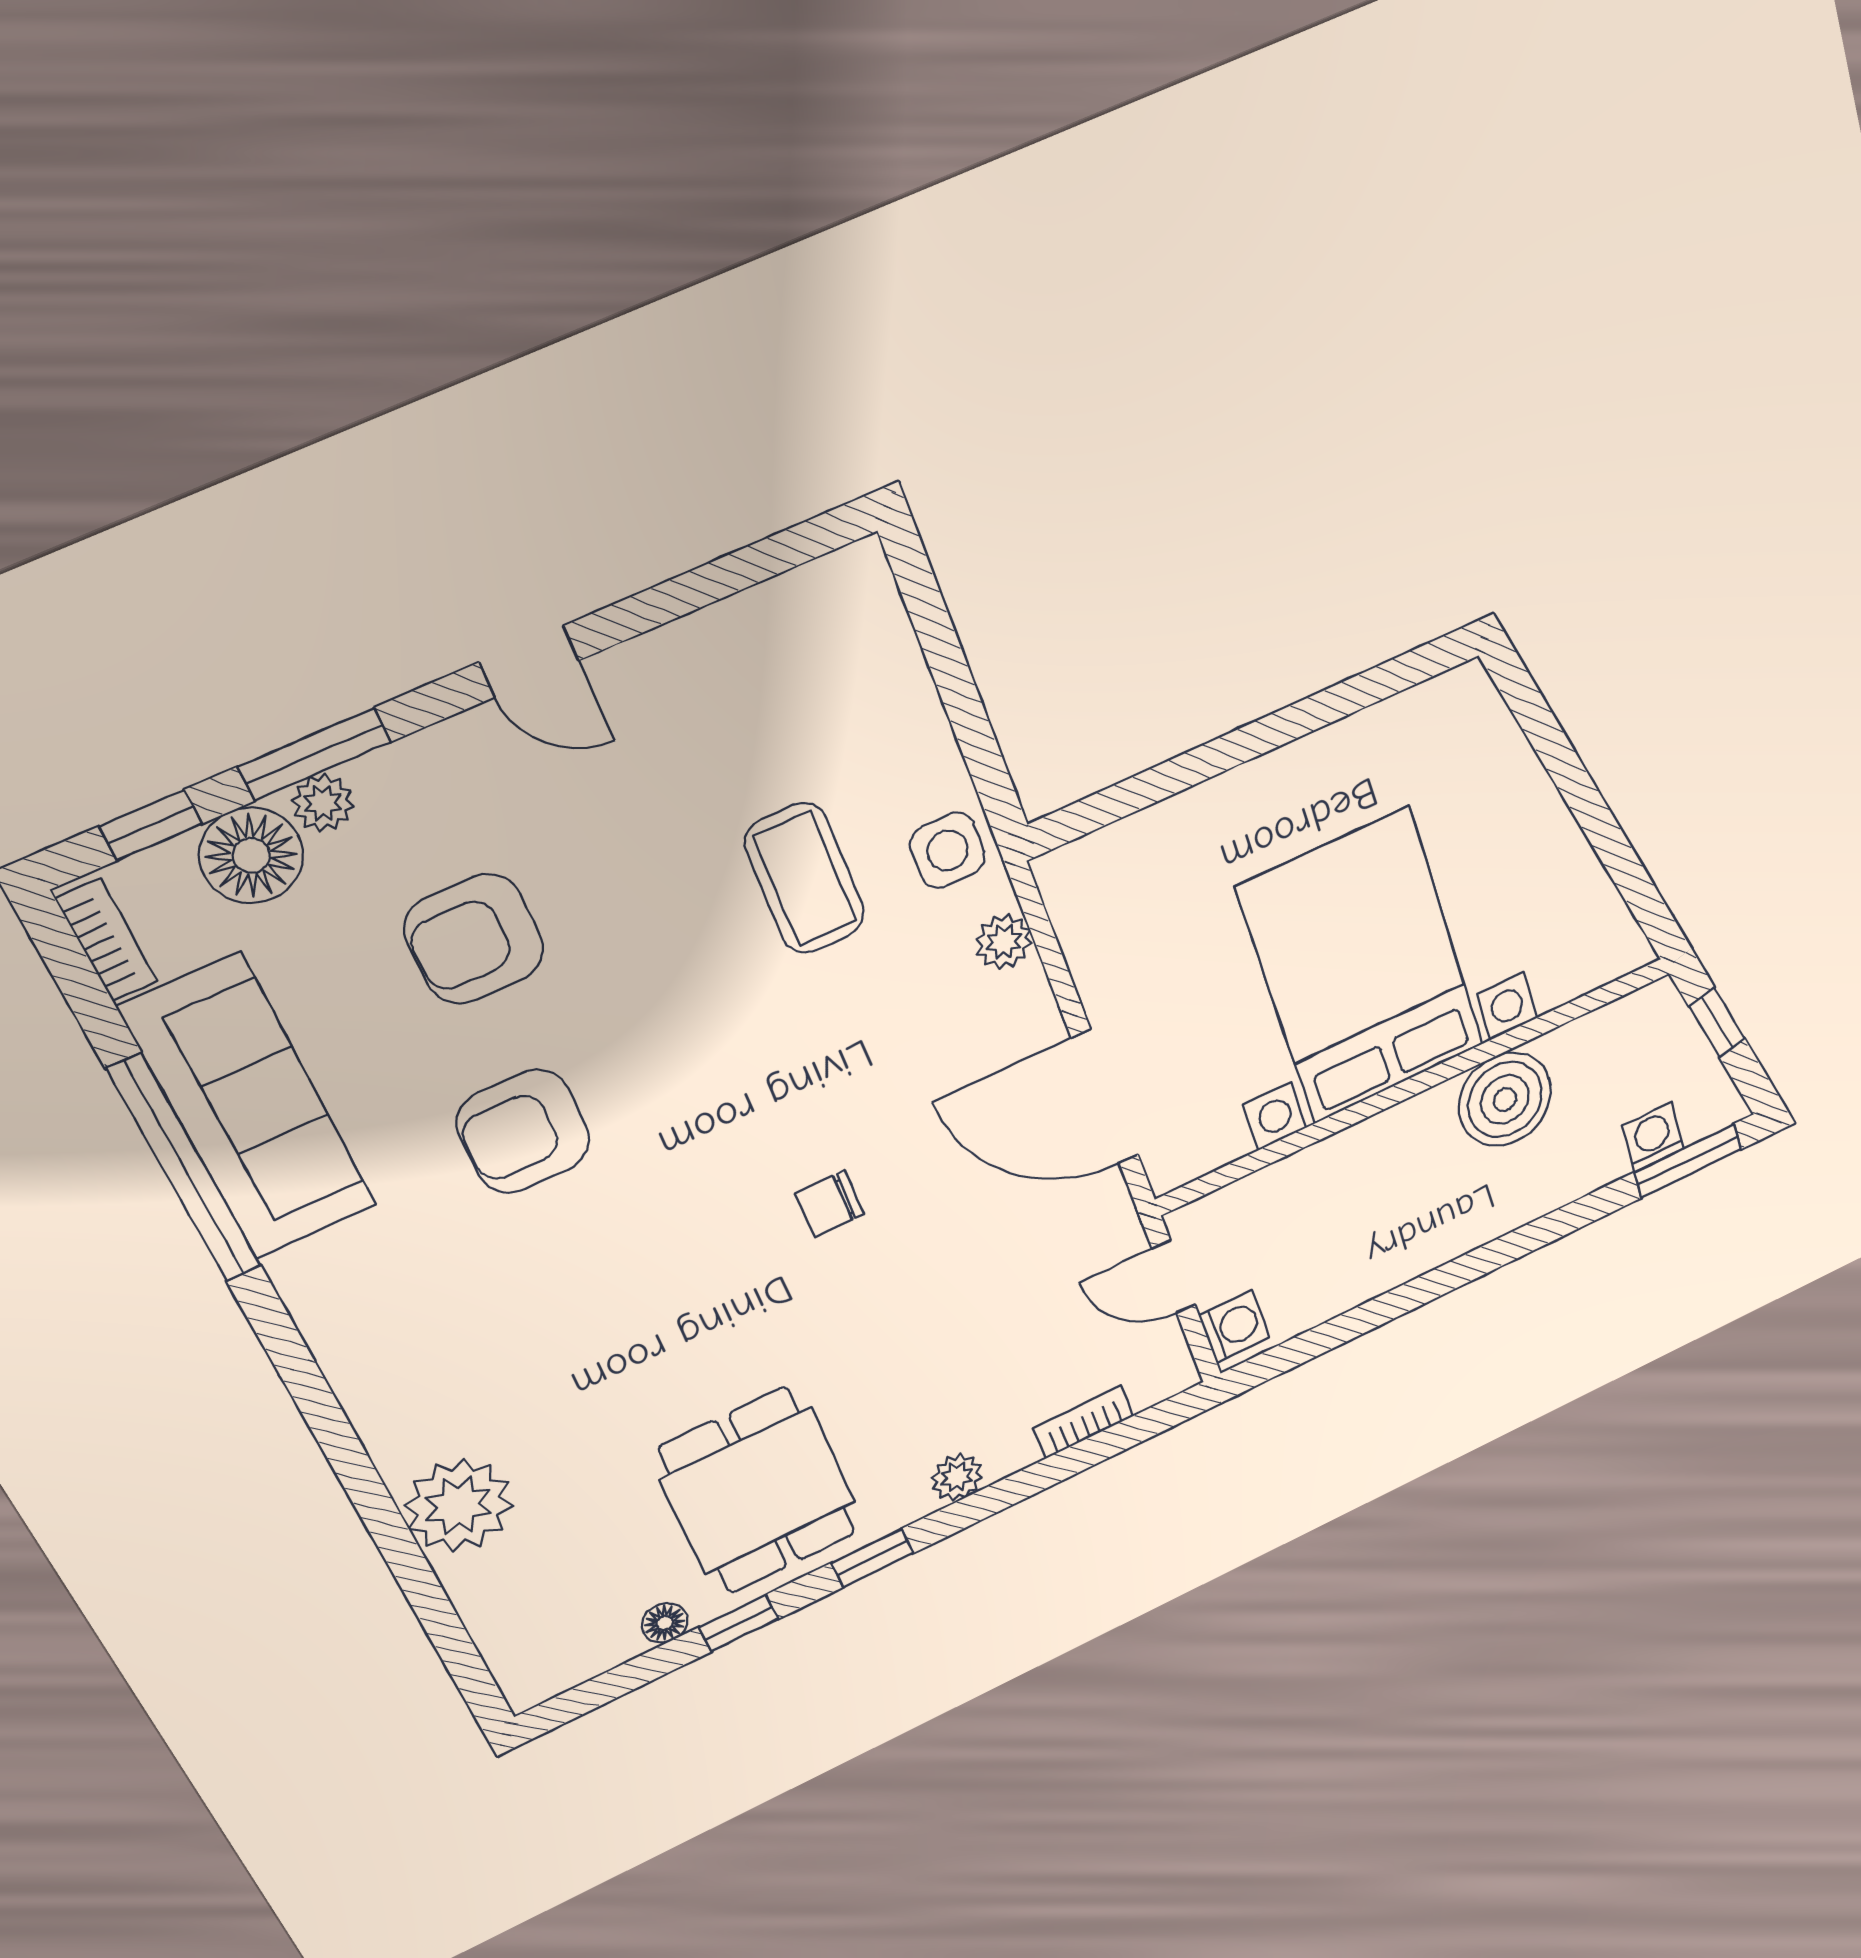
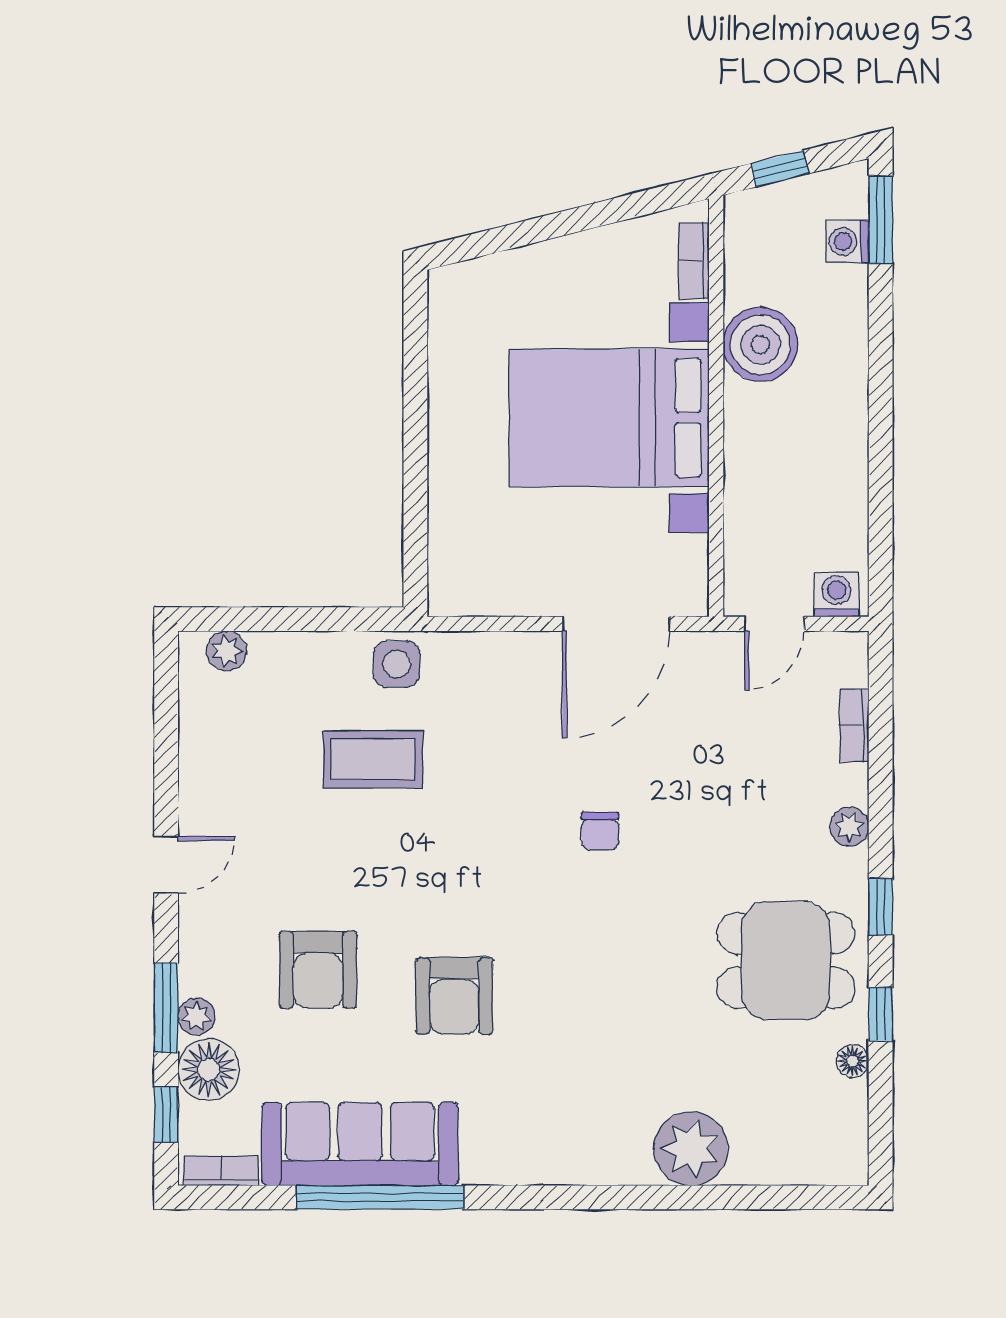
plant: (1004, 942) -> (227, 651), moved
bookcase: (1582, 977) -> (694, 261), added

